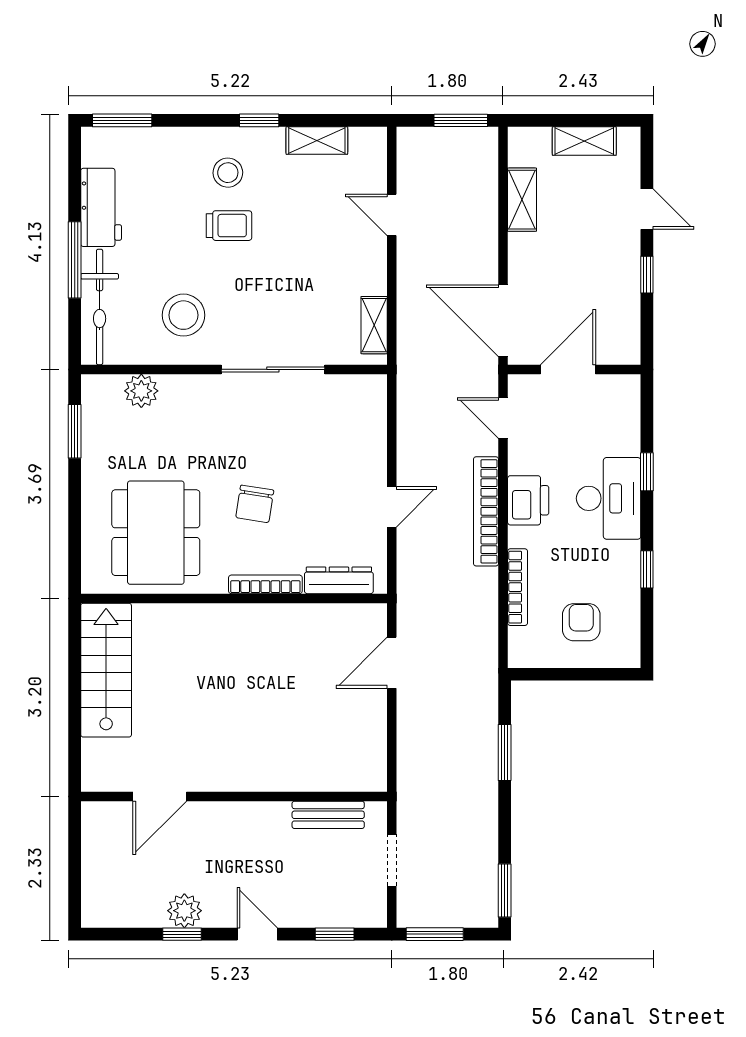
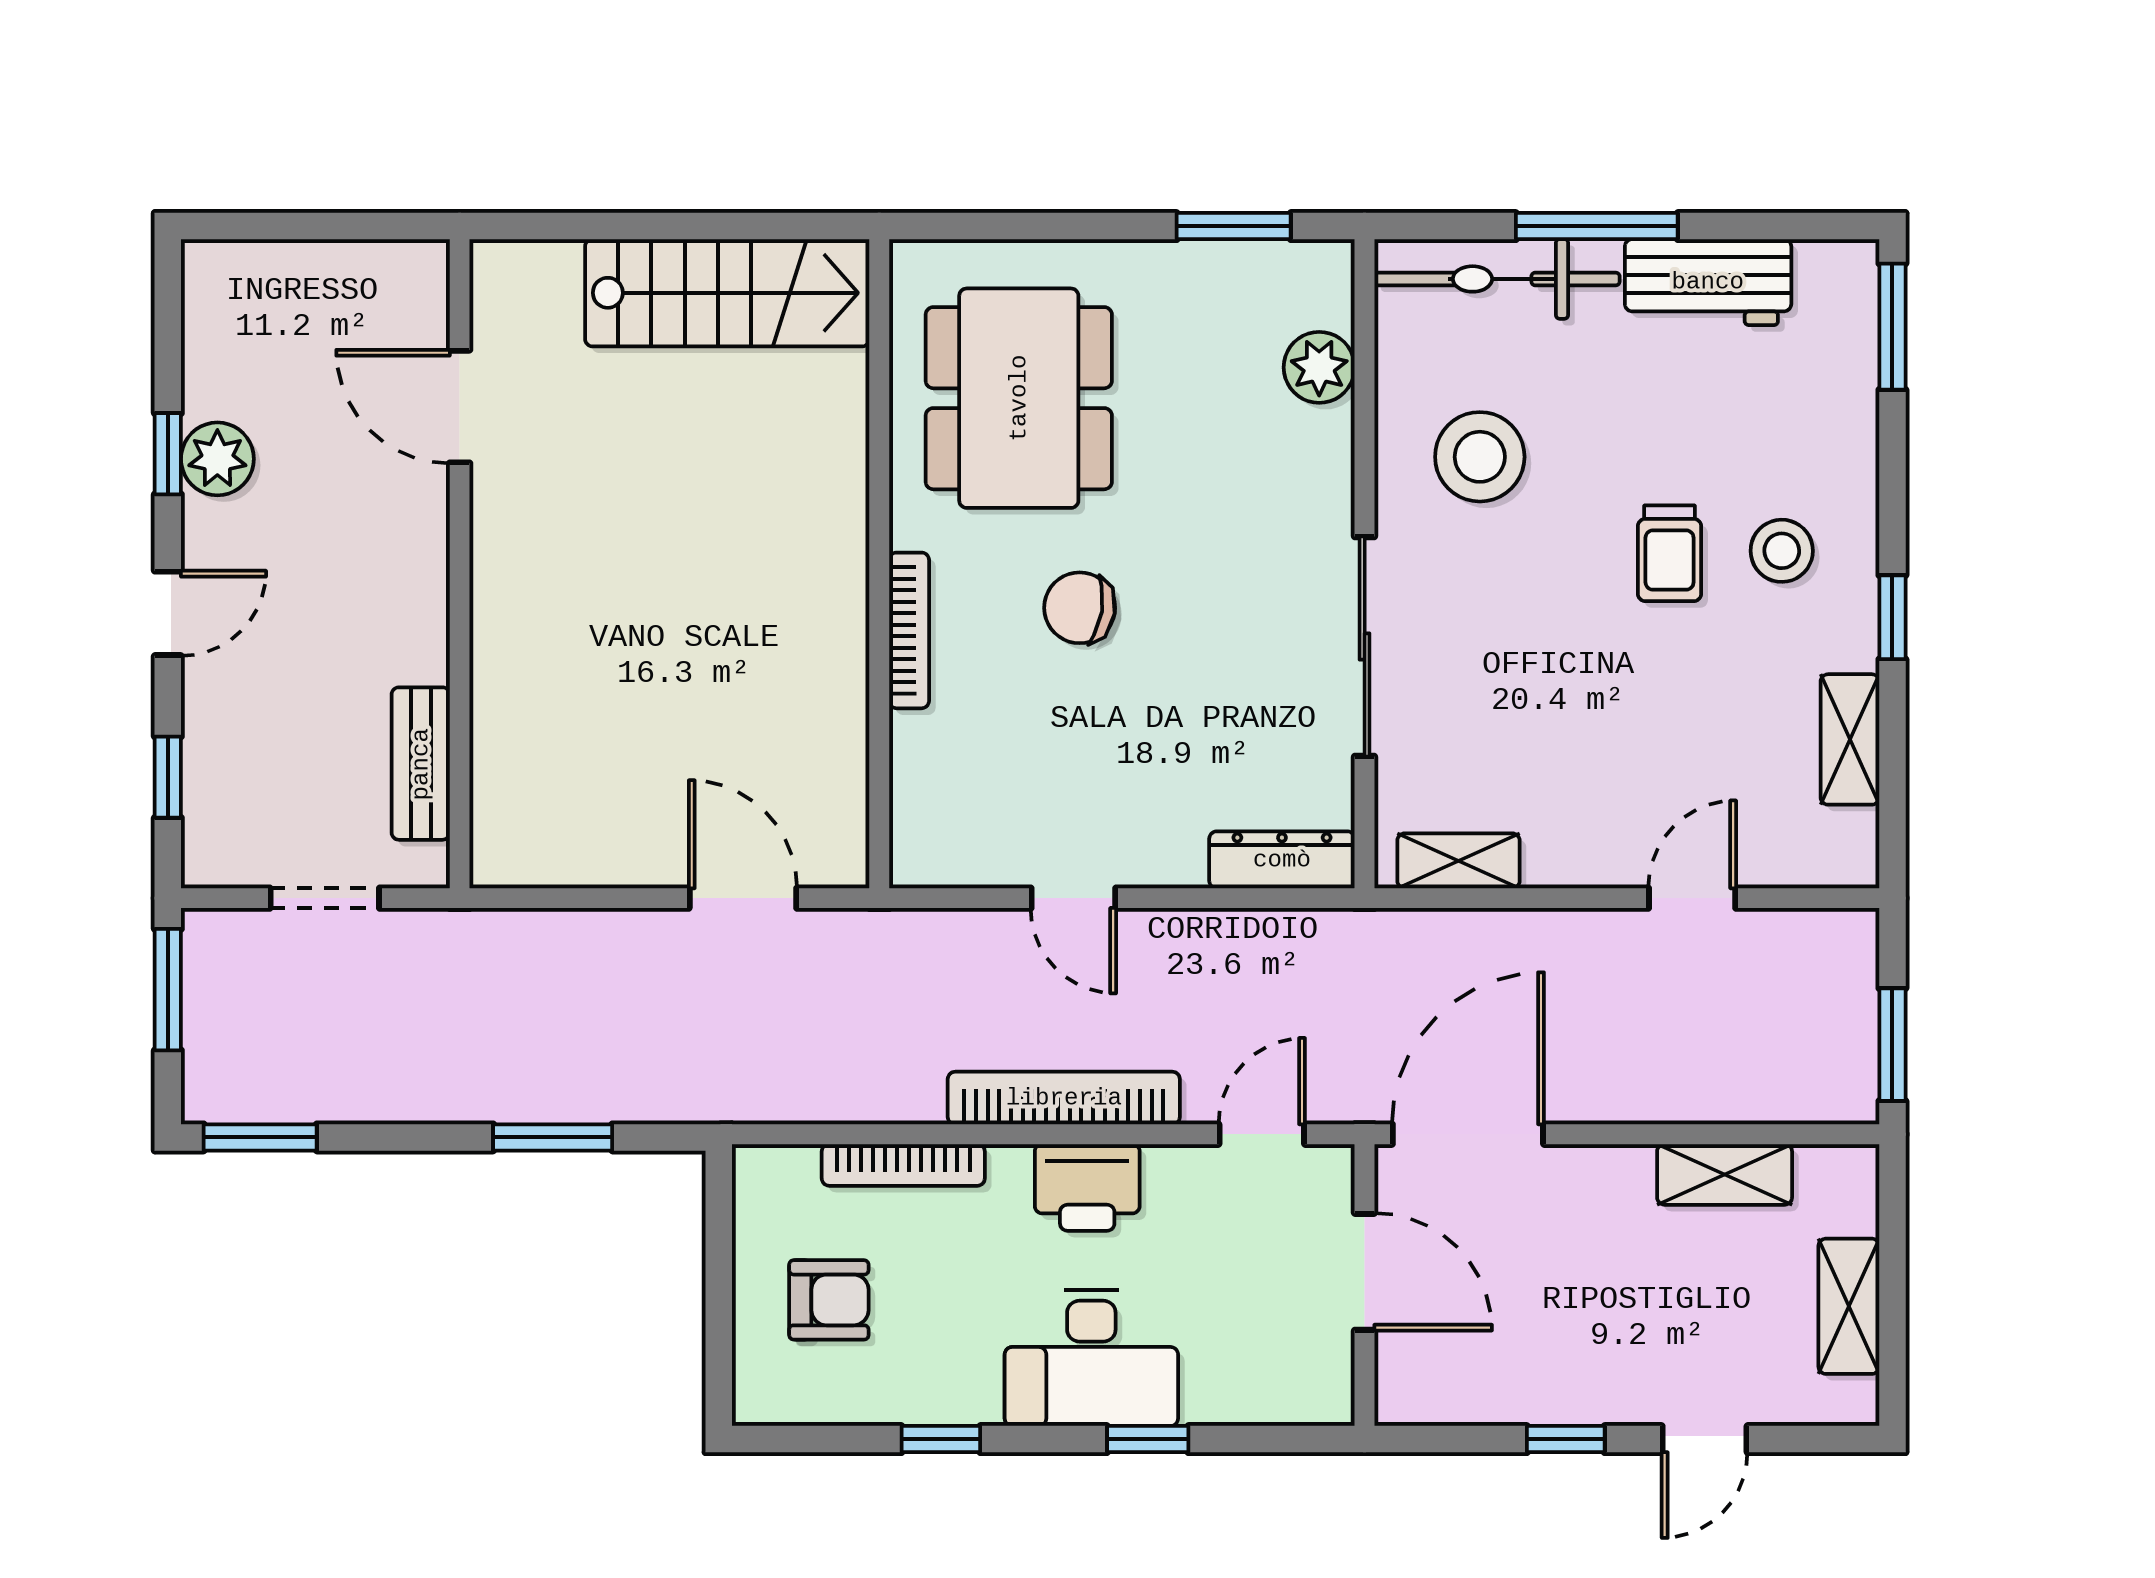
dining table: (156, 533) -> (1019, 398), turned 90
dresser: (339, 580) -> (1282, 860), moved, turned -90

